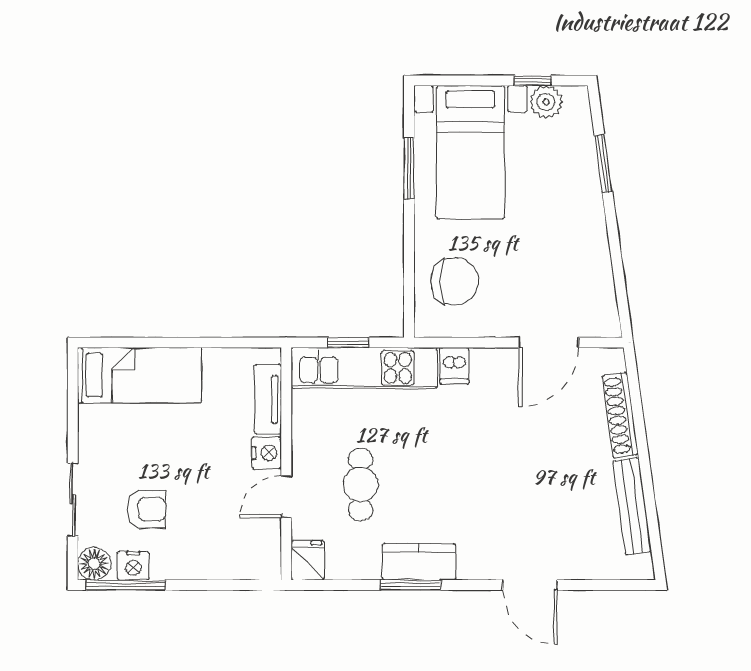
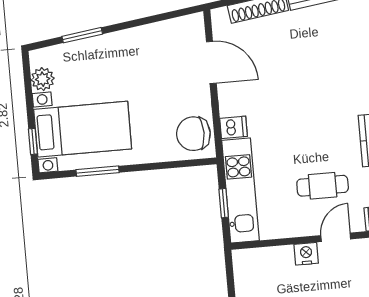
window: (532, 81) -> (33, 141), moved
chair: (455, 281) -> (193, 134), moved, turned -90
tv unit: (268, 399) -> (268, 256), removed
door: (286, 497) -> (336, 237), swing flipped

